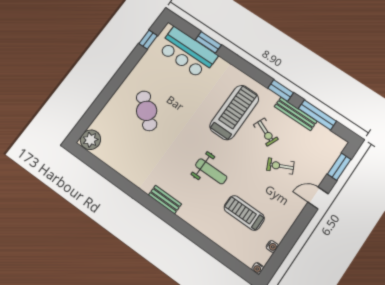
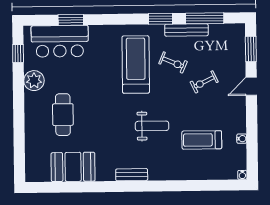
cafe table: (147, 111) -> (63, 115), turned 49
plant: (90, 140) -> (34, 81), moved
booth: (123, 158) -> (73, 167), added
water cooler: (272, 246) -> (242, 139), moved

